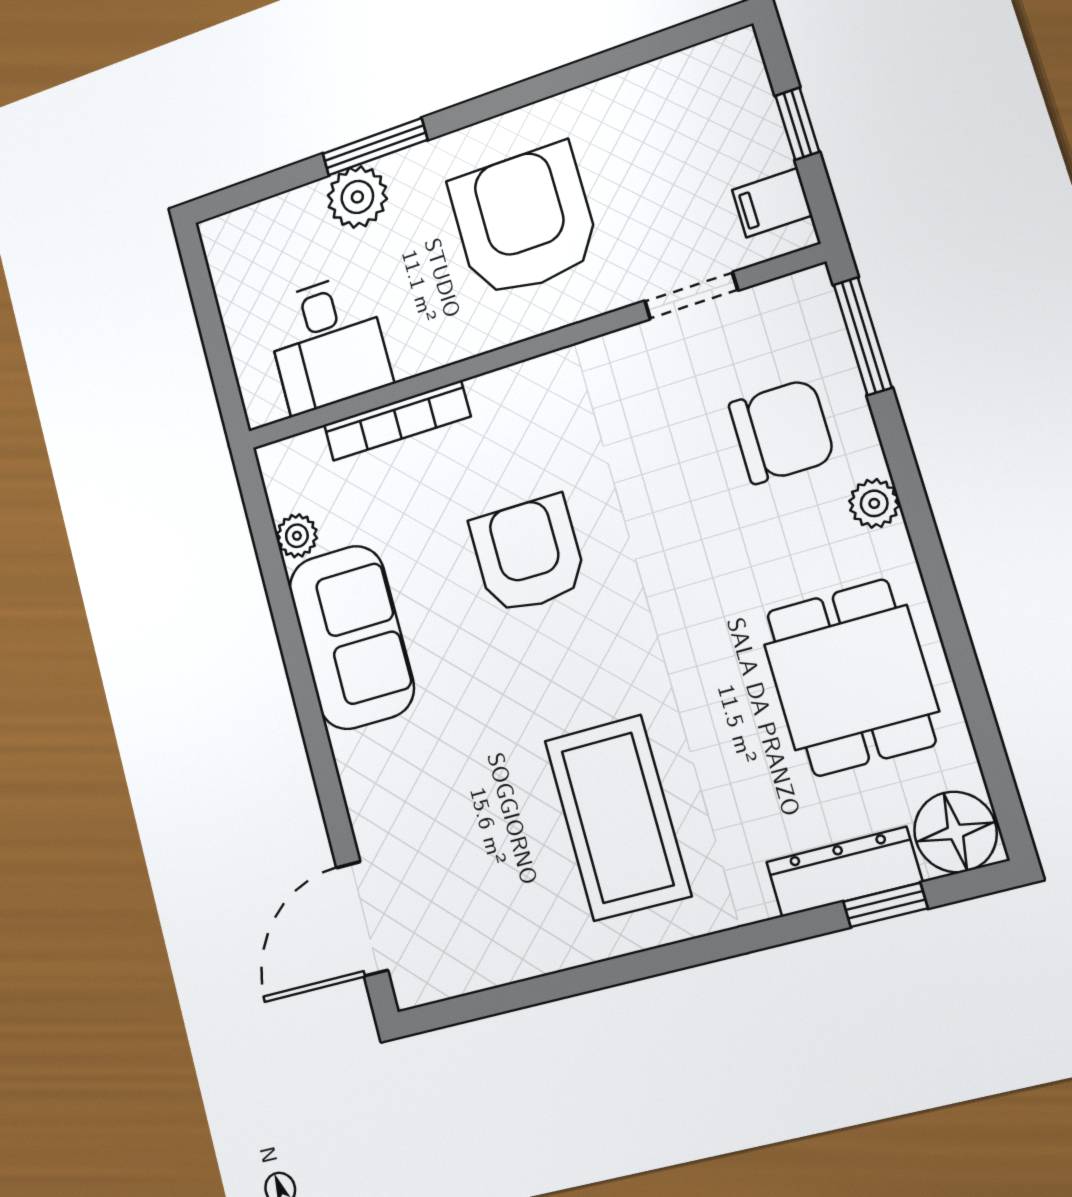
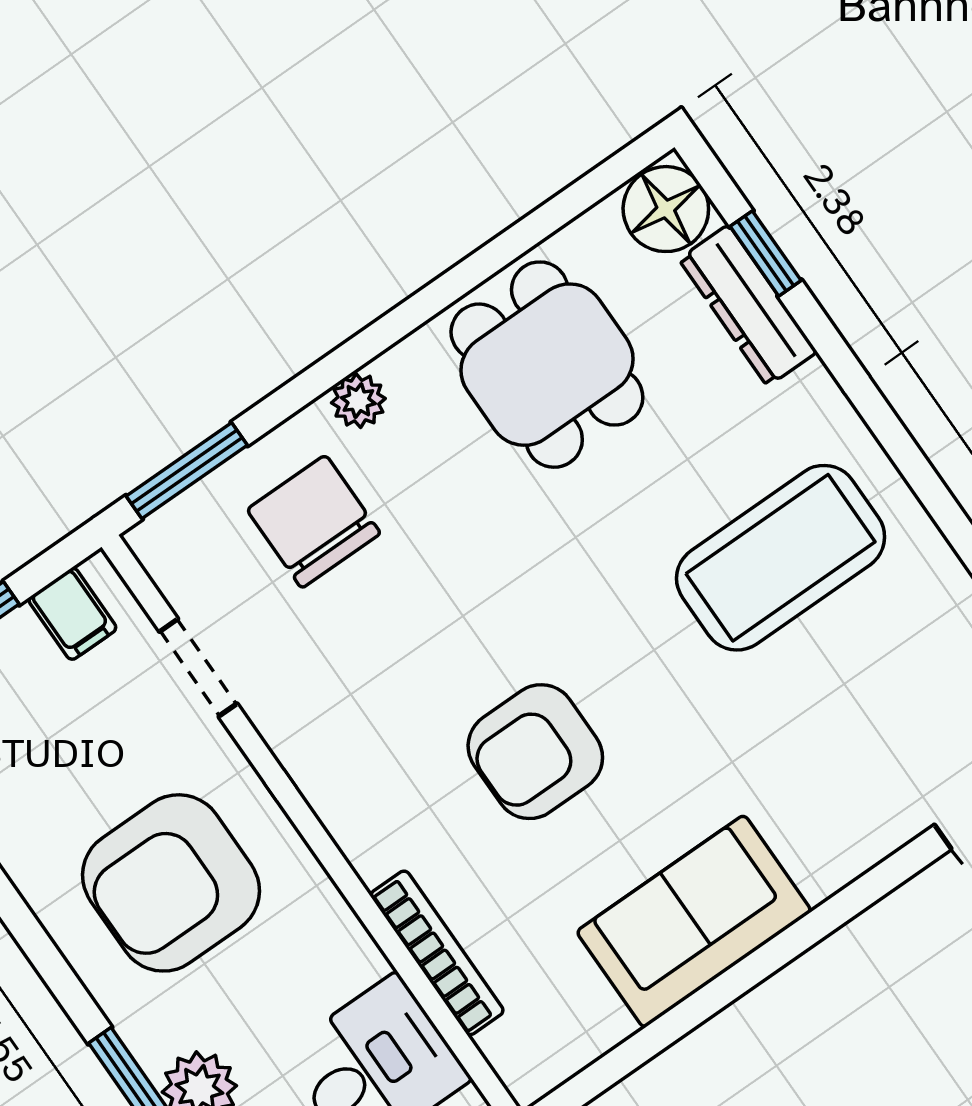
plant: (297, 536) -> (603, 1026), removed
dining table: (851, 678) -> (547, 365), turned 90

